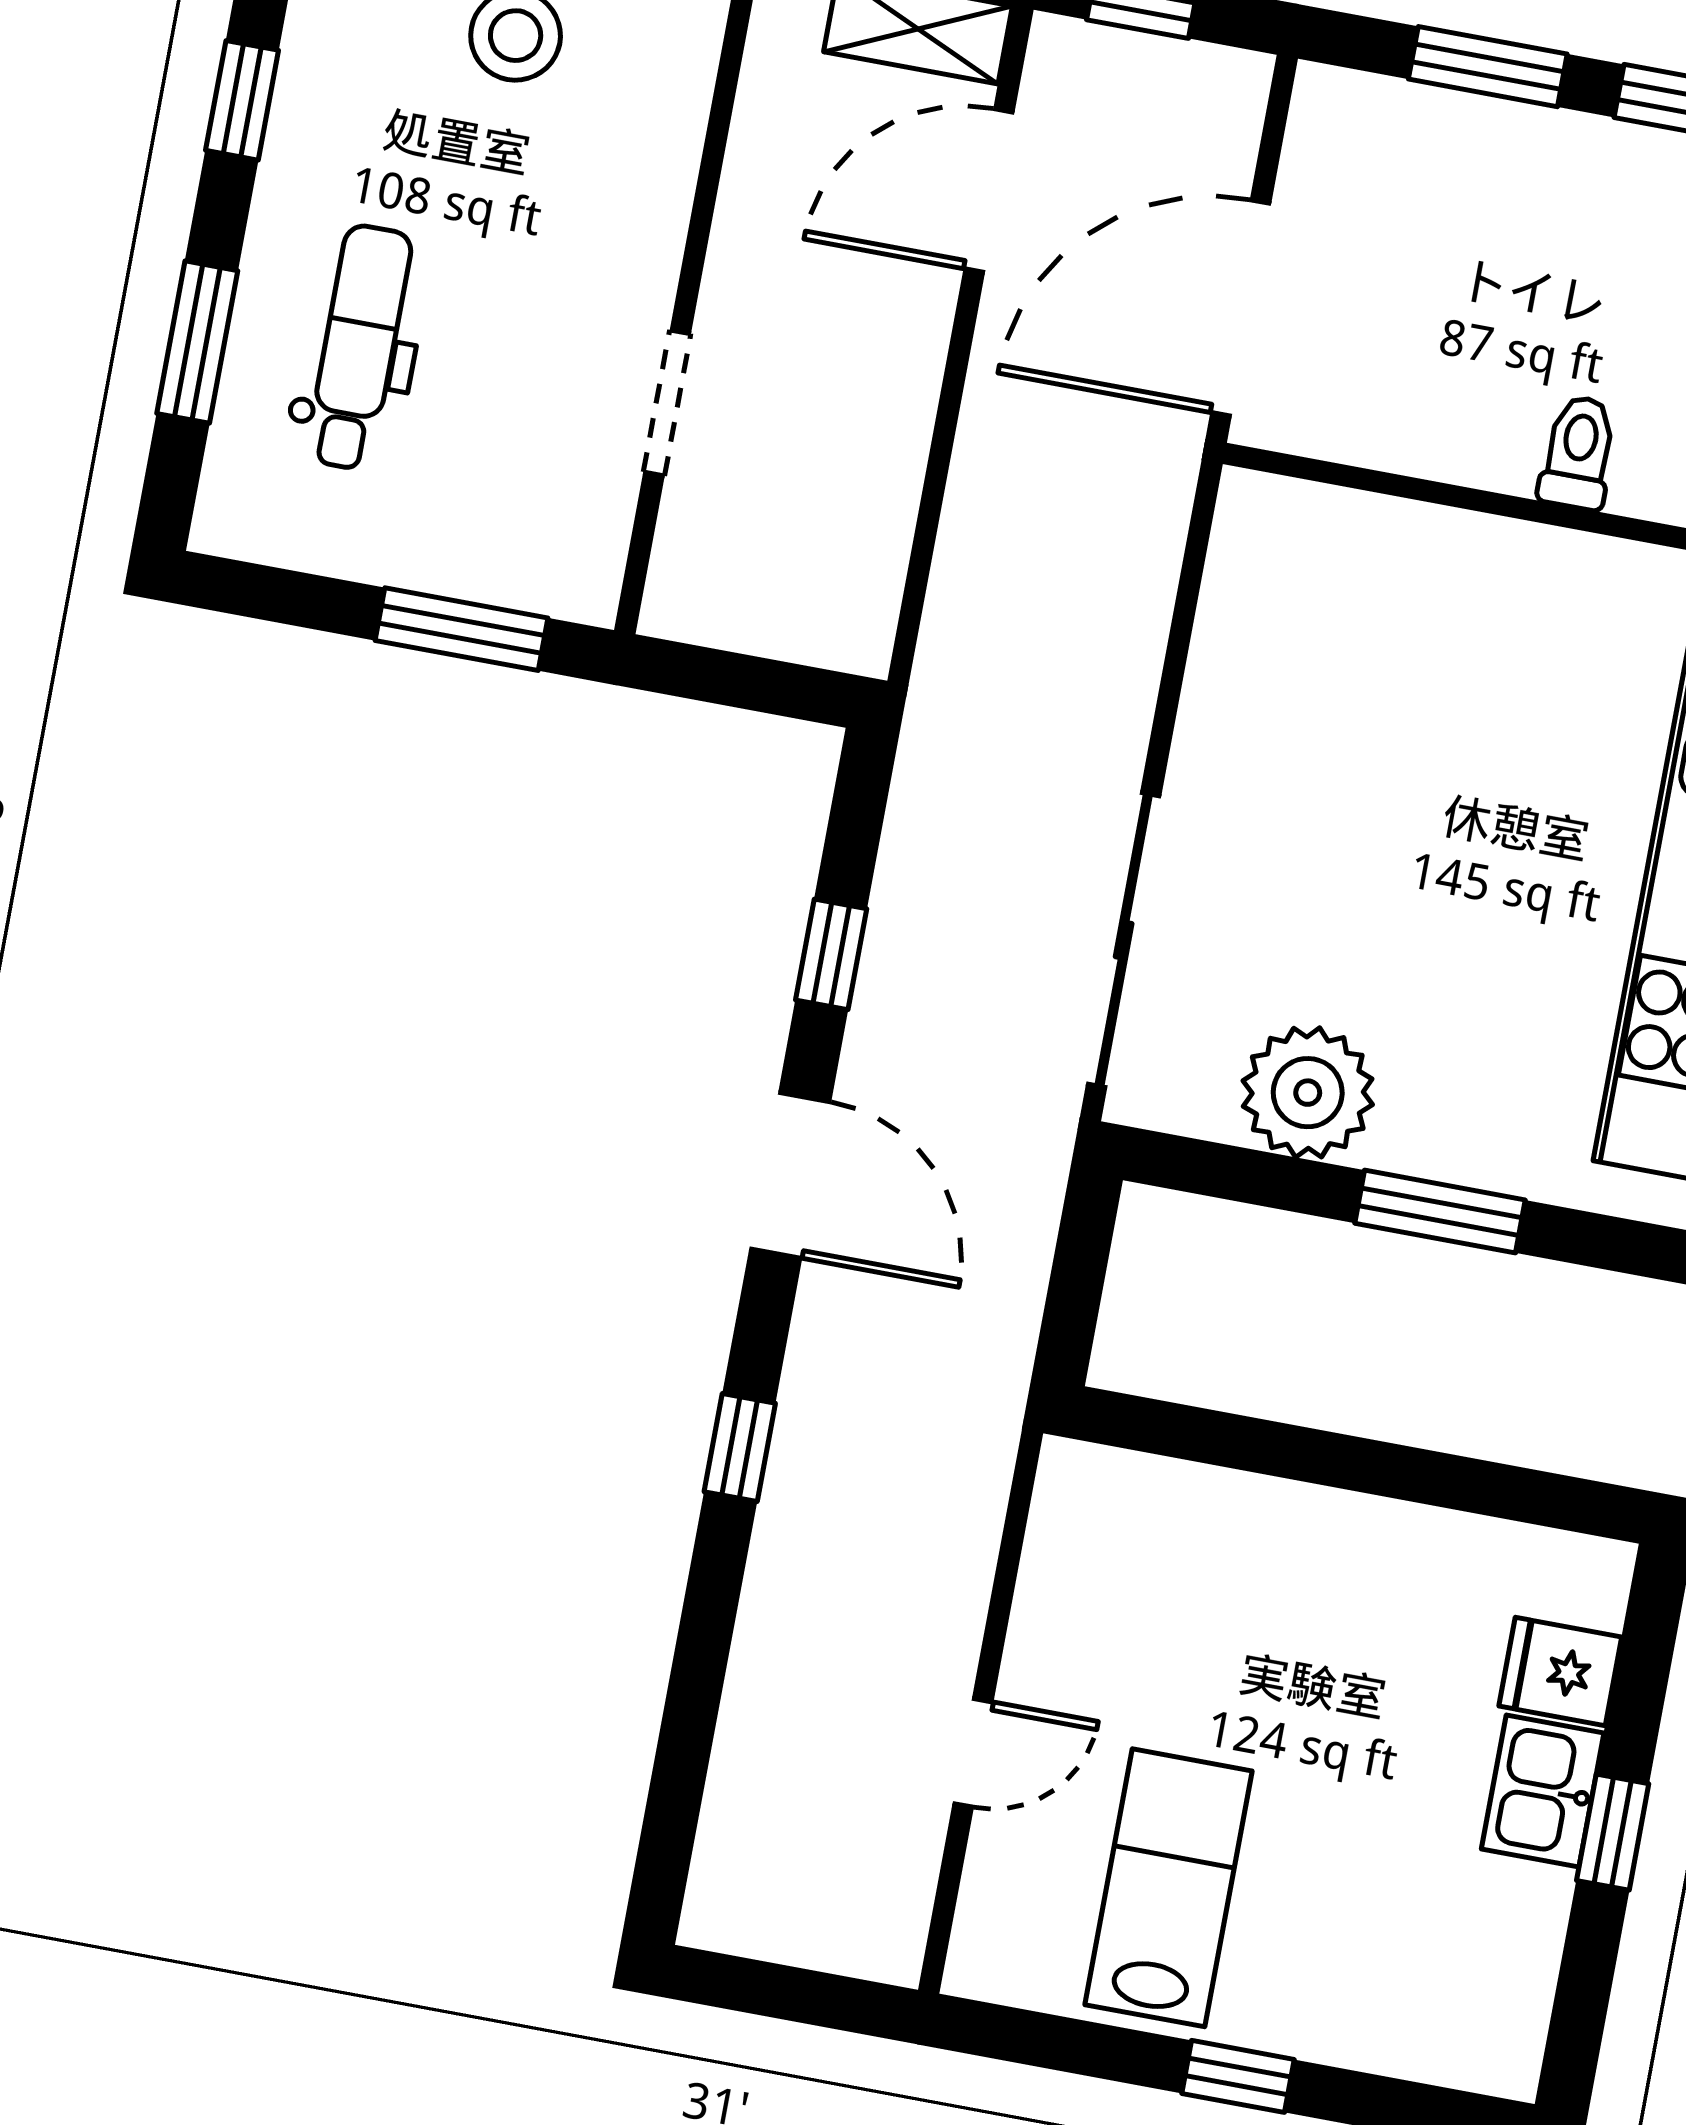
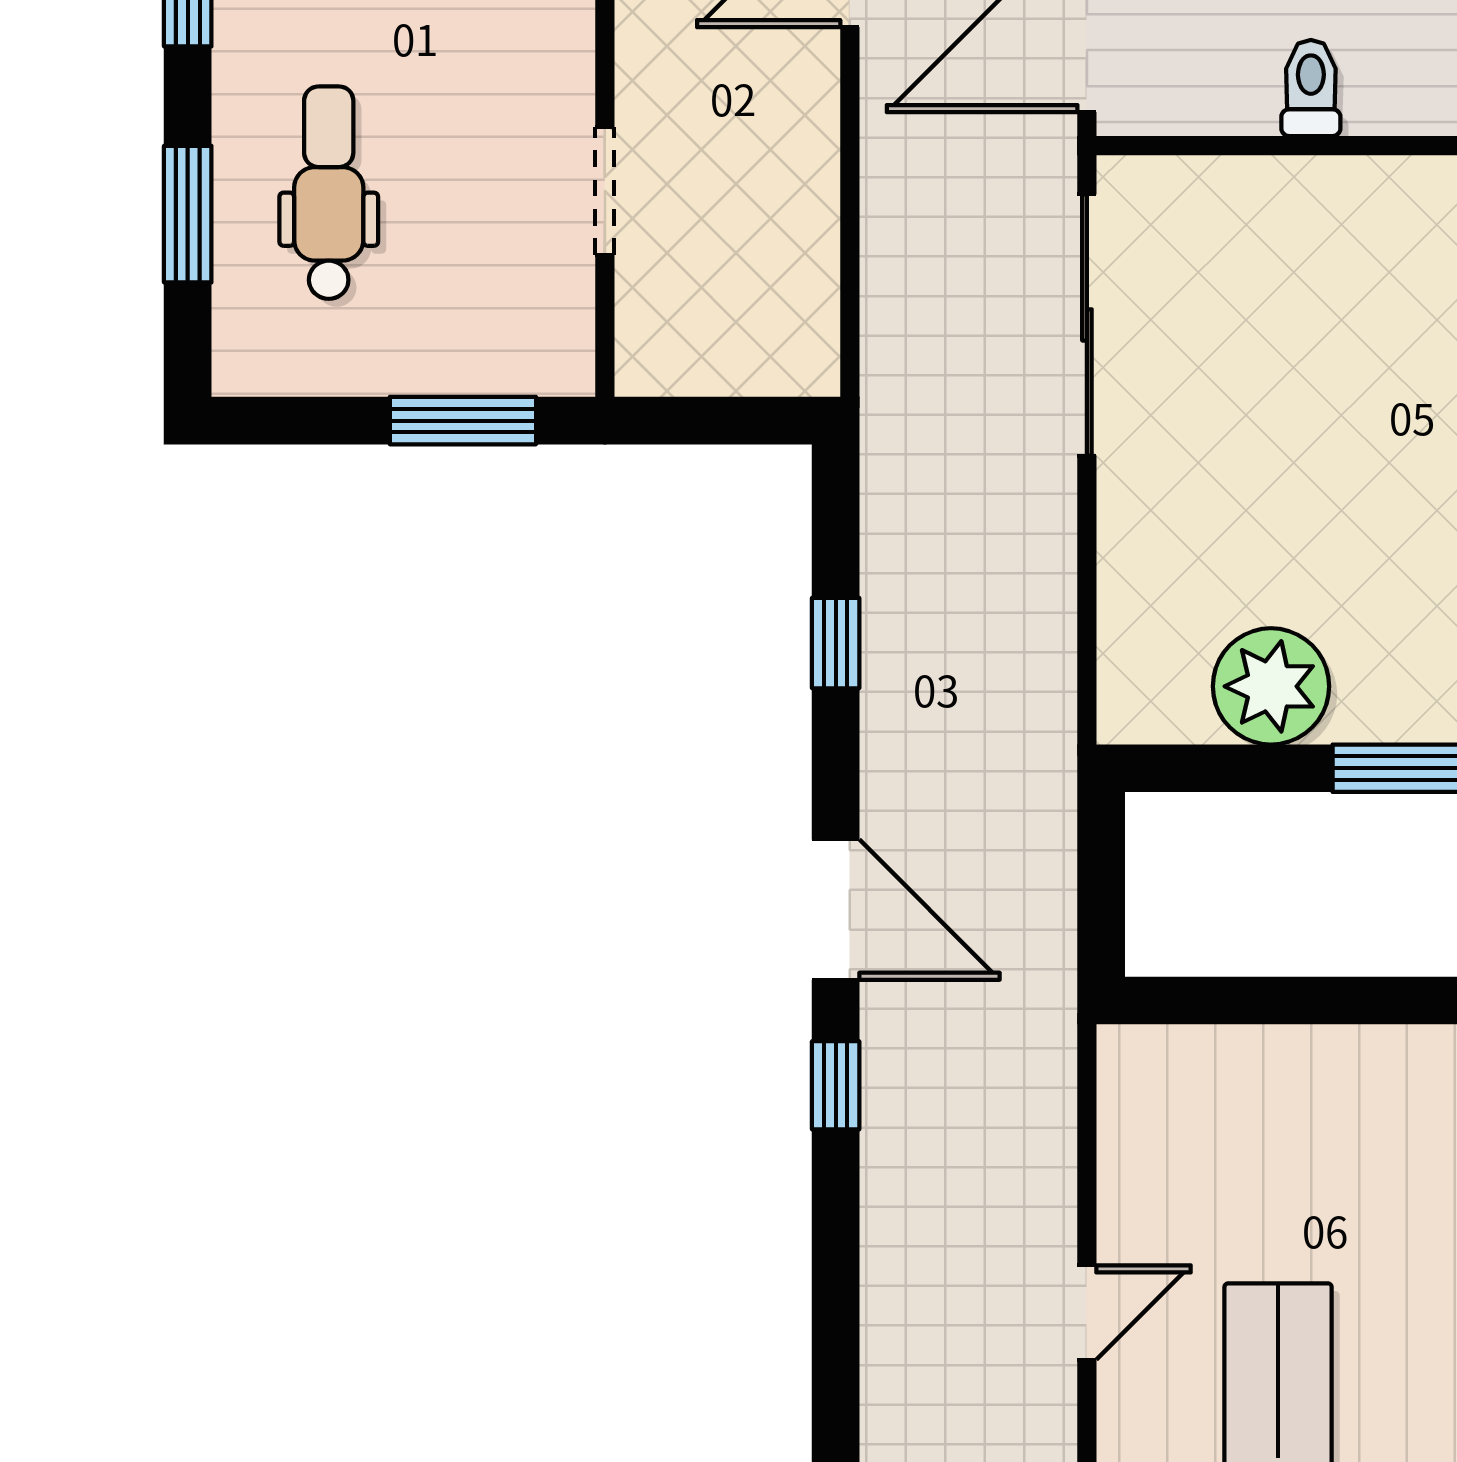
toilet: (1578, 453) -> (1311, 88), moved
sliding door: (1124, 940) -> (1087, 325), moved
door: (790, 1175) -> (836, 910), moved

